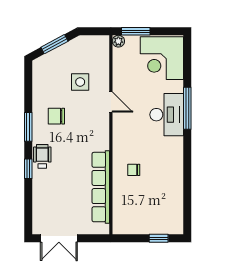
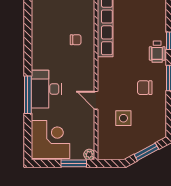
chair: (56, 116) -> (145, 88), turned 180

